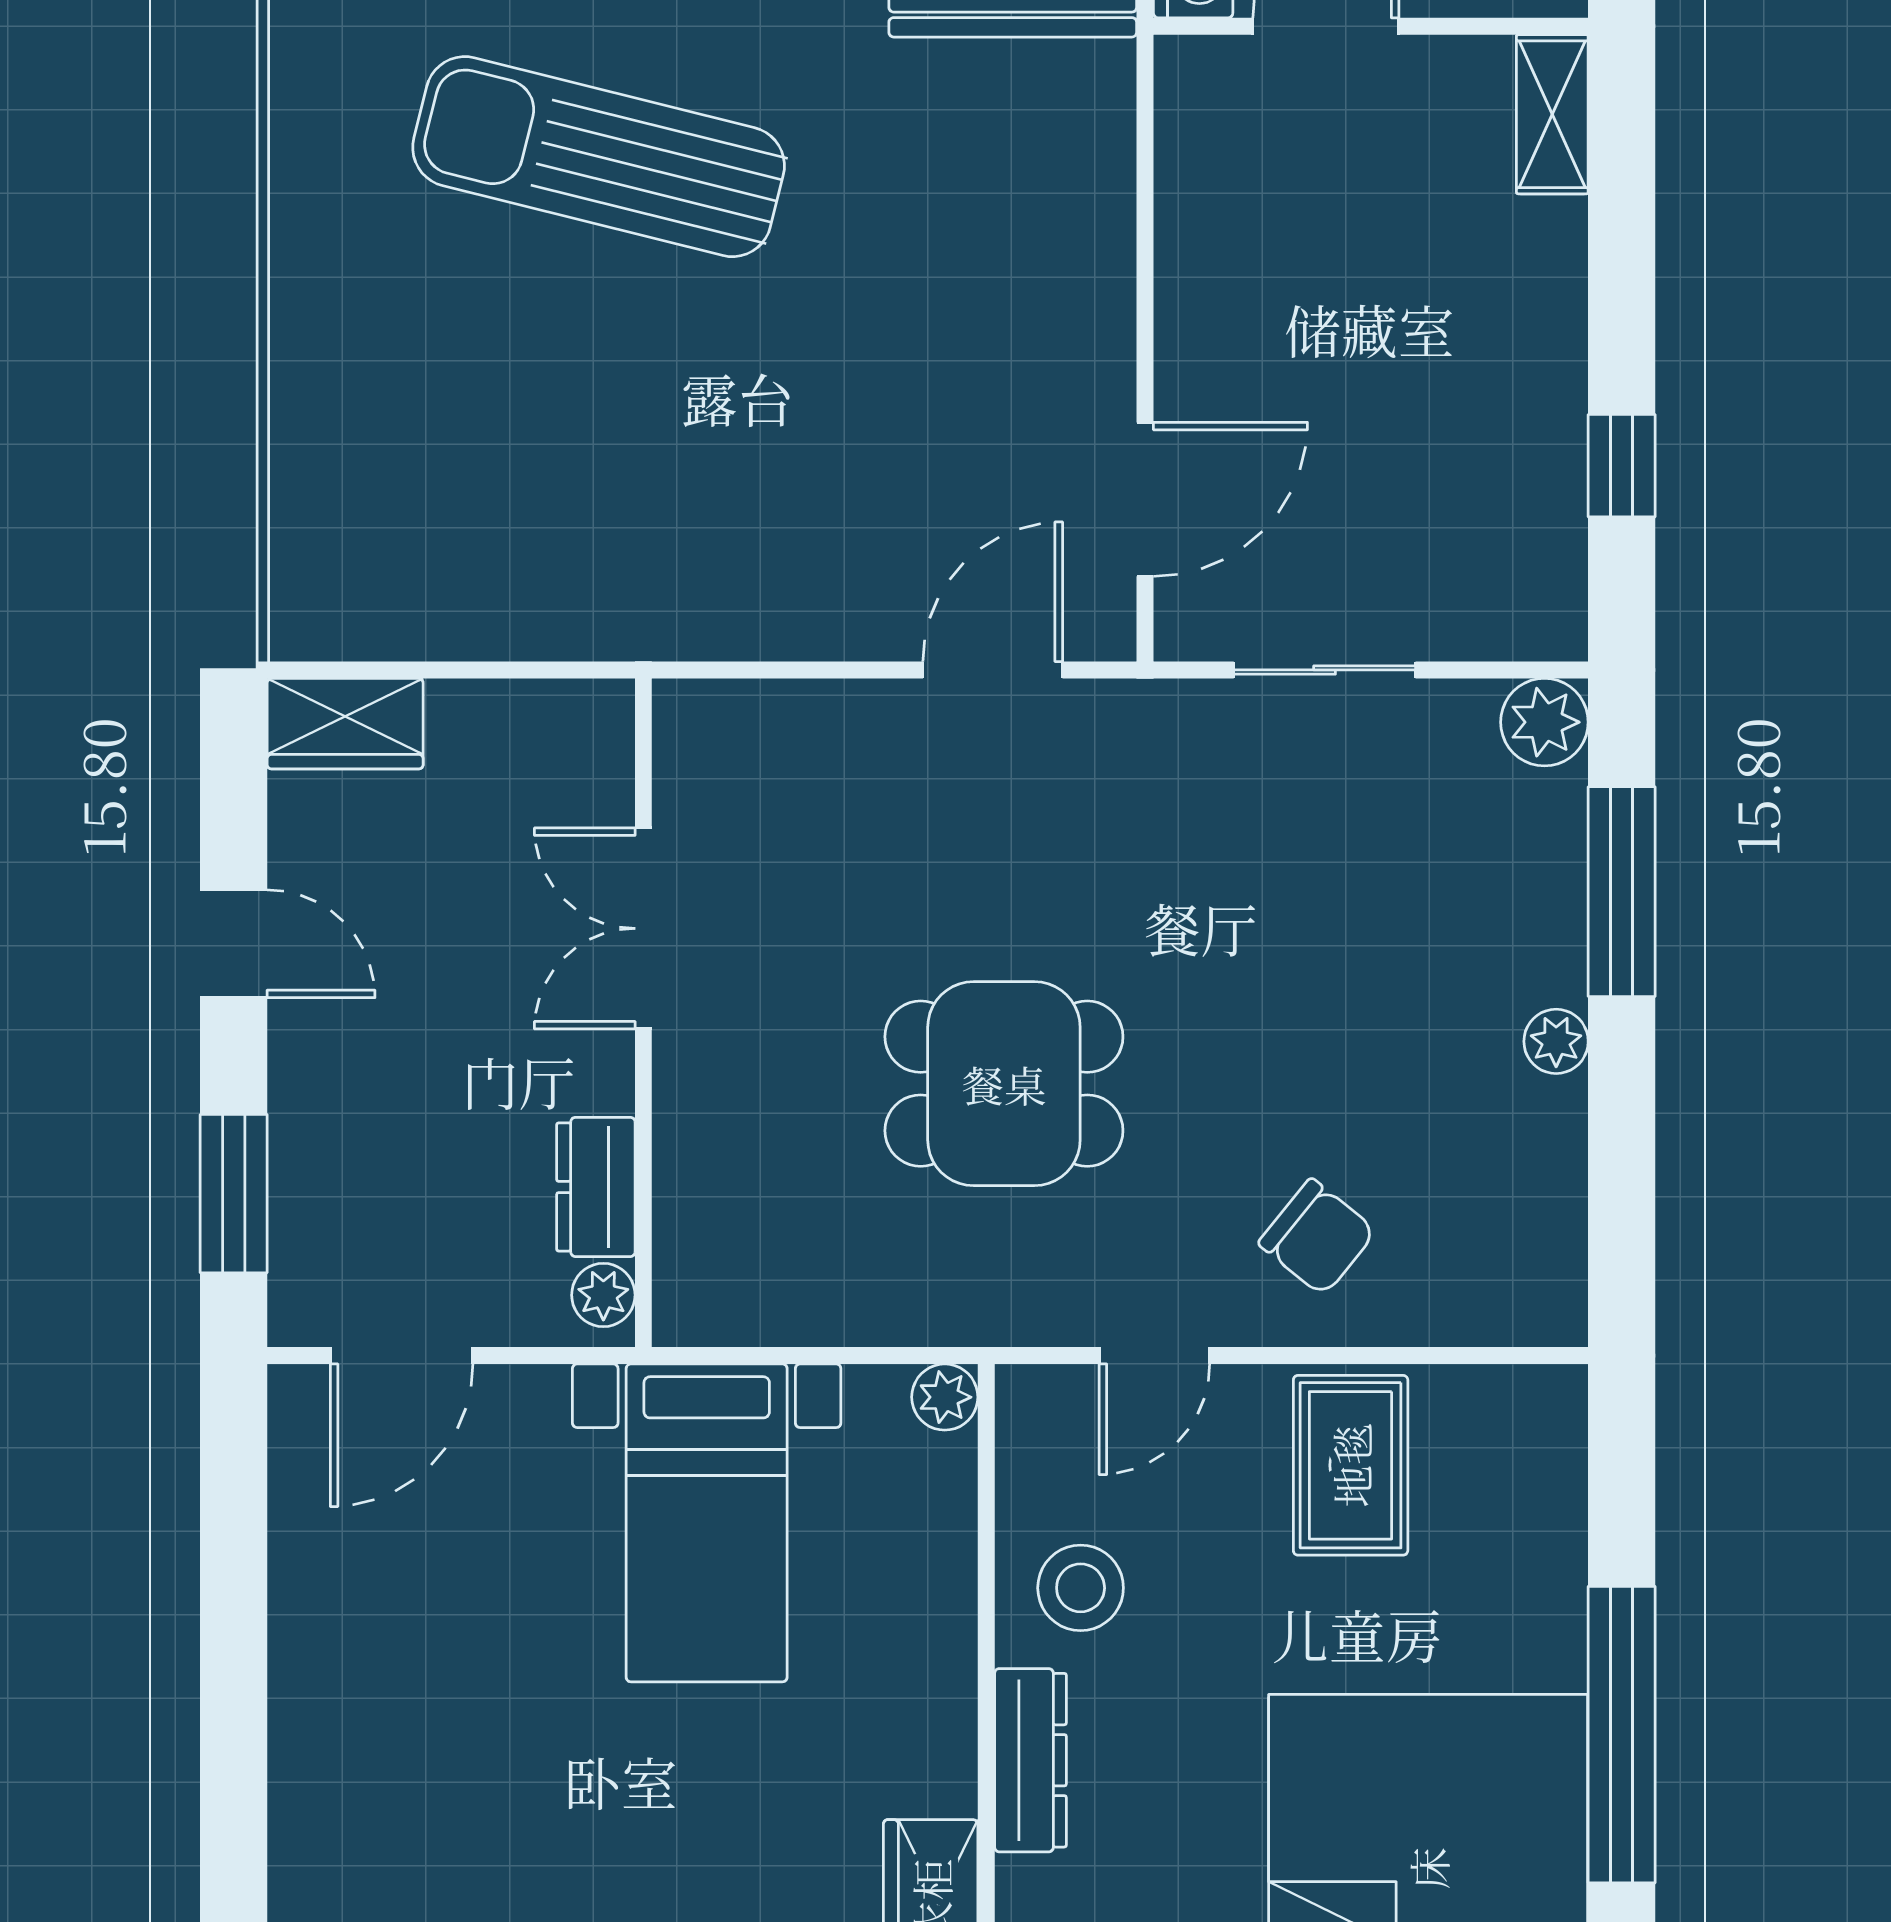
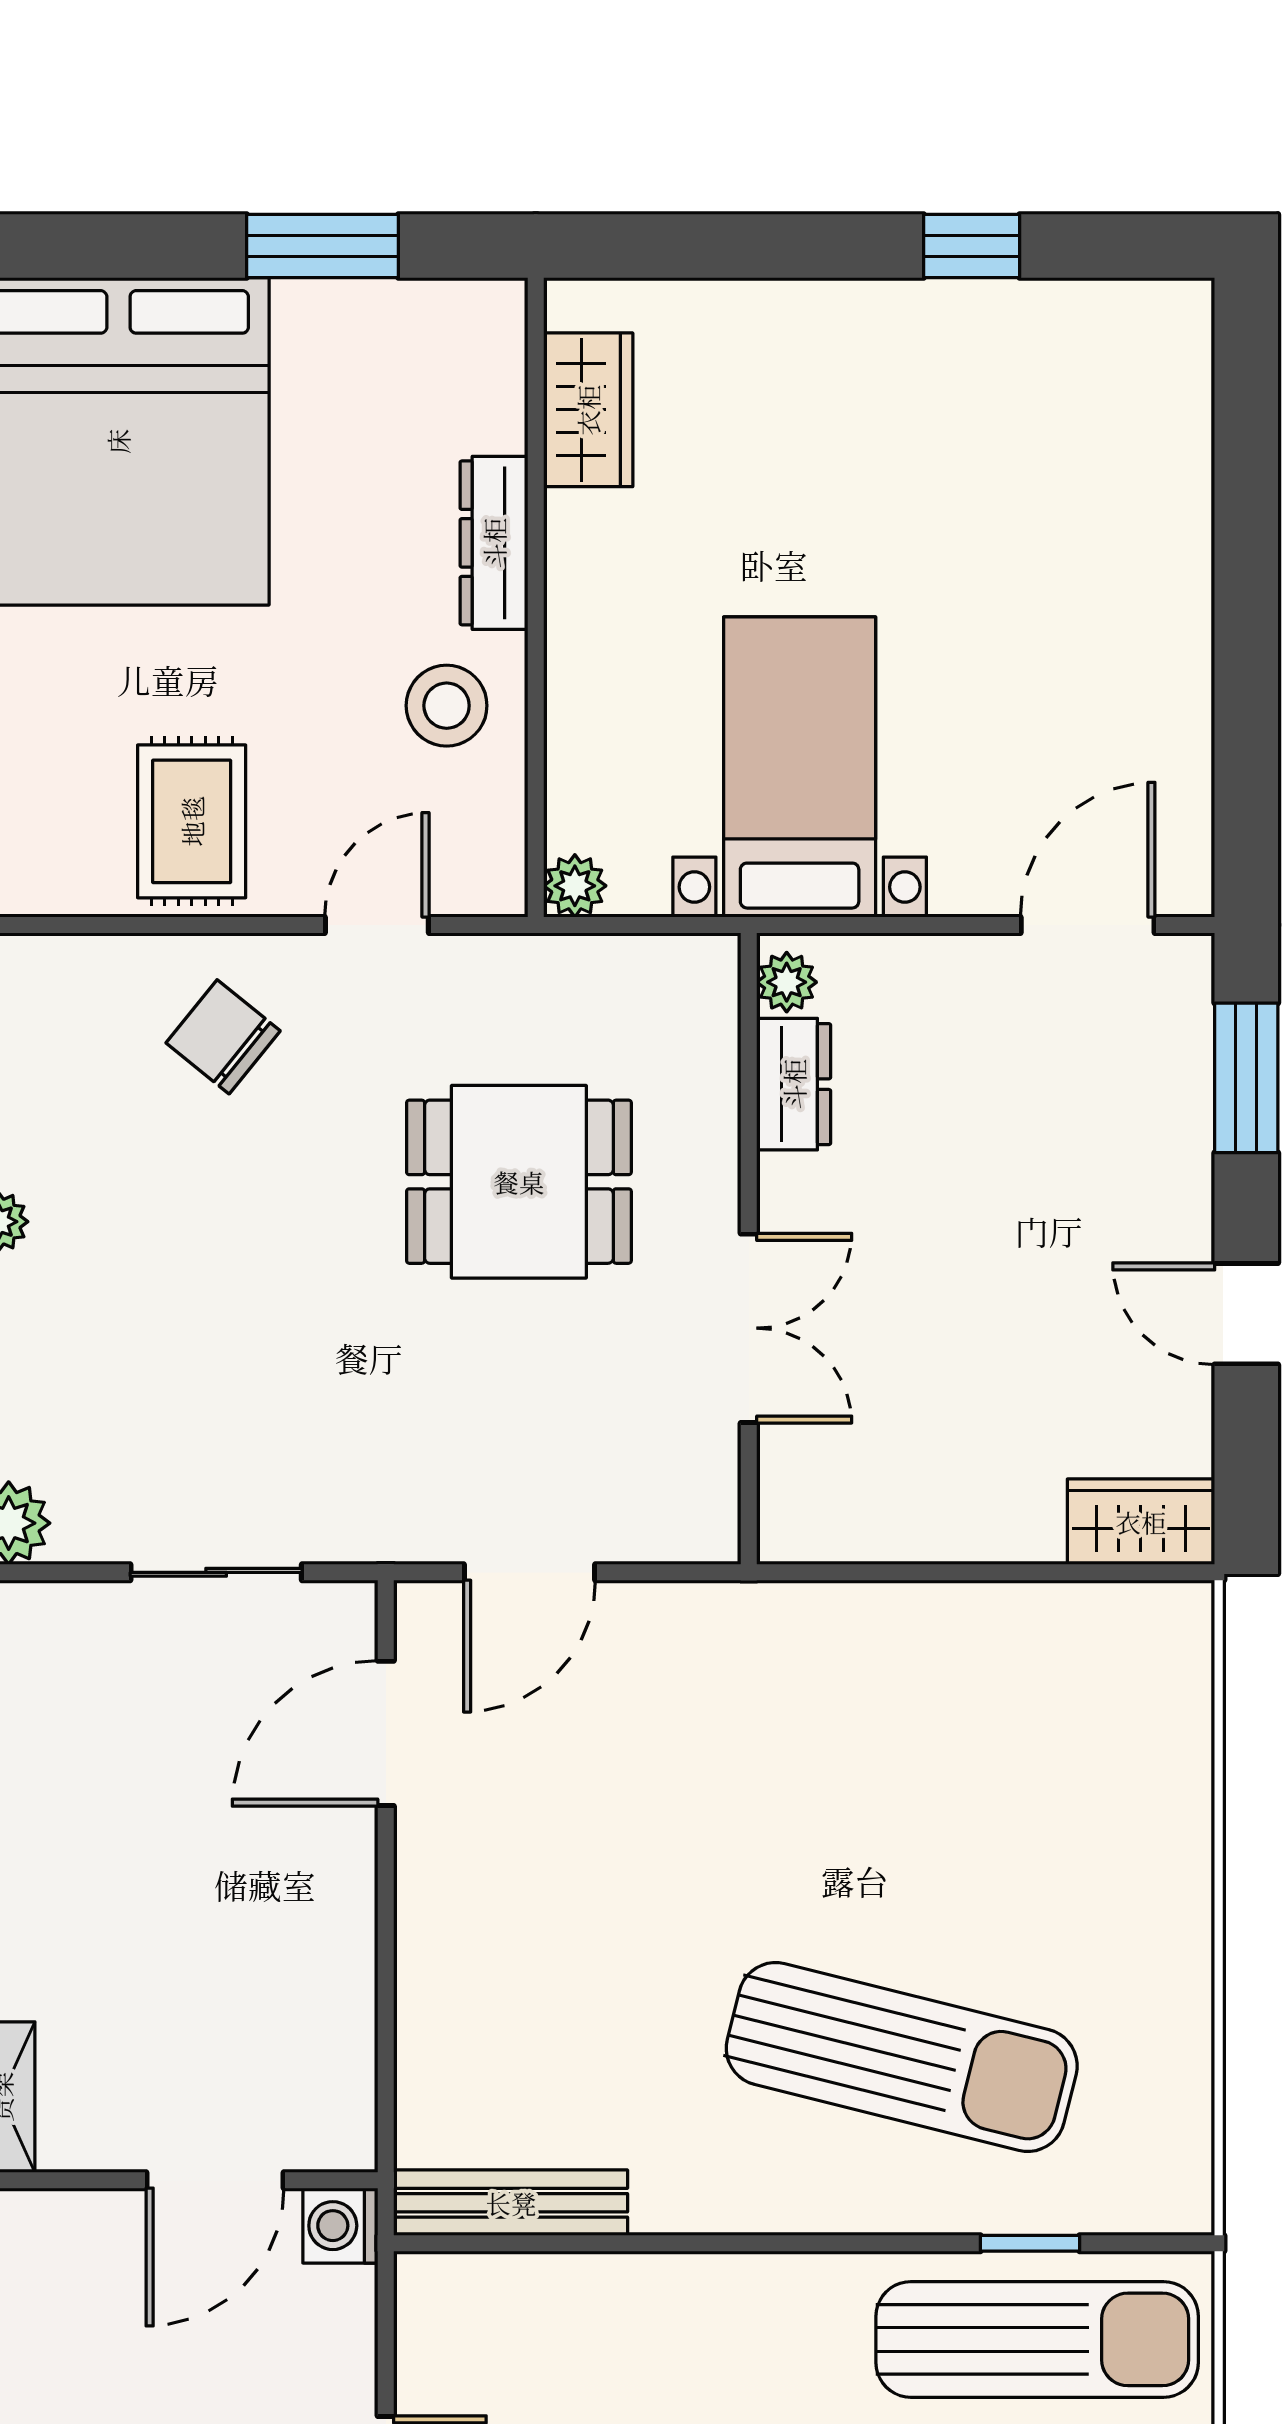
double door: (643, 928) -> (749, 1328), moved
wall: (643, 1013) -> (749, 1249), moved
dresser: (596, 1187) -> (794, 1084), moved
plant: (603, 1295) -> (787, 982), moved

